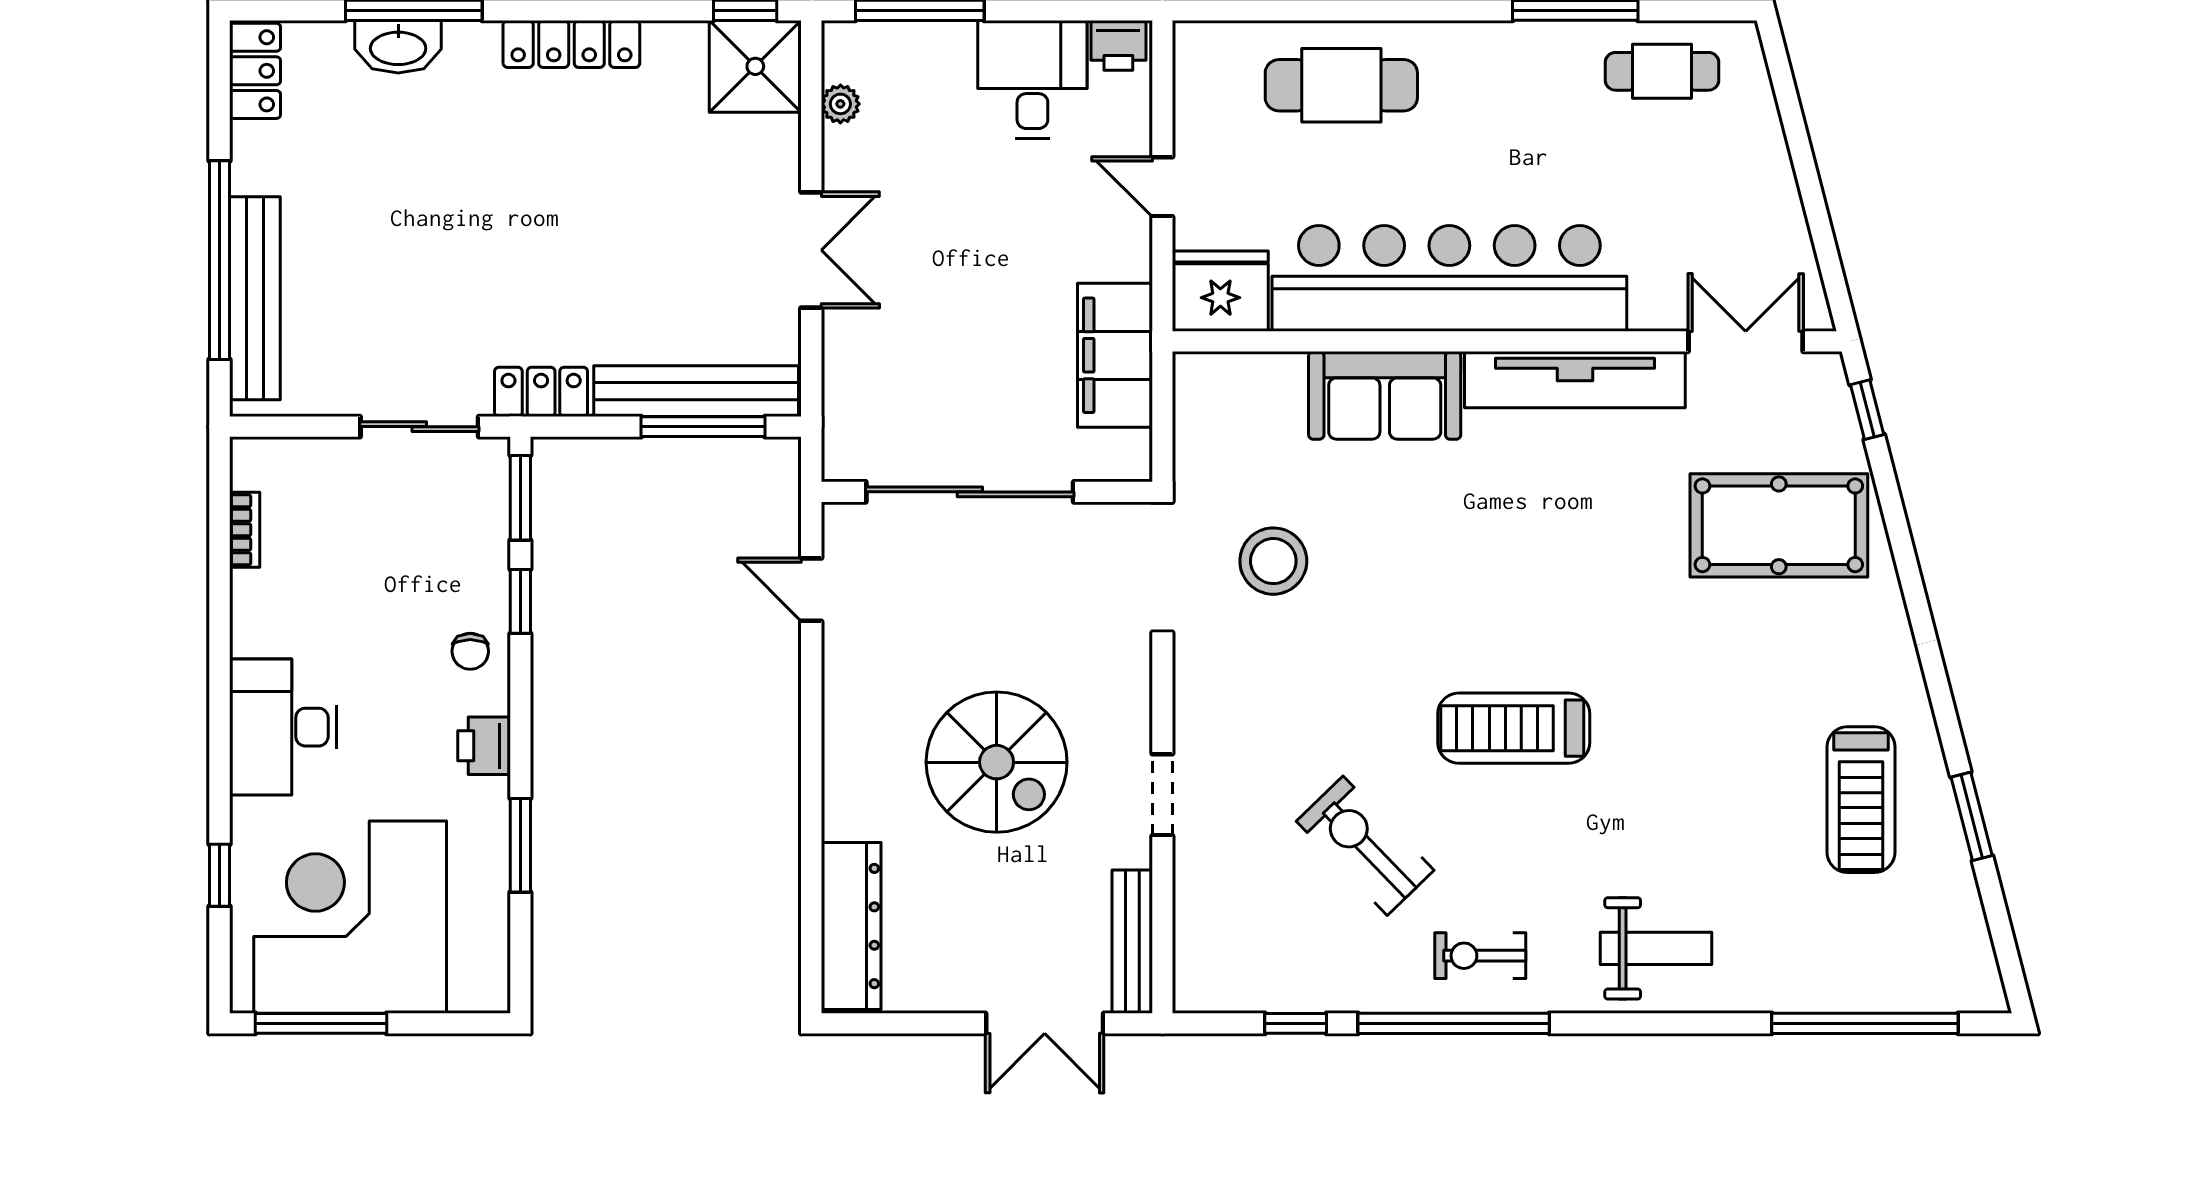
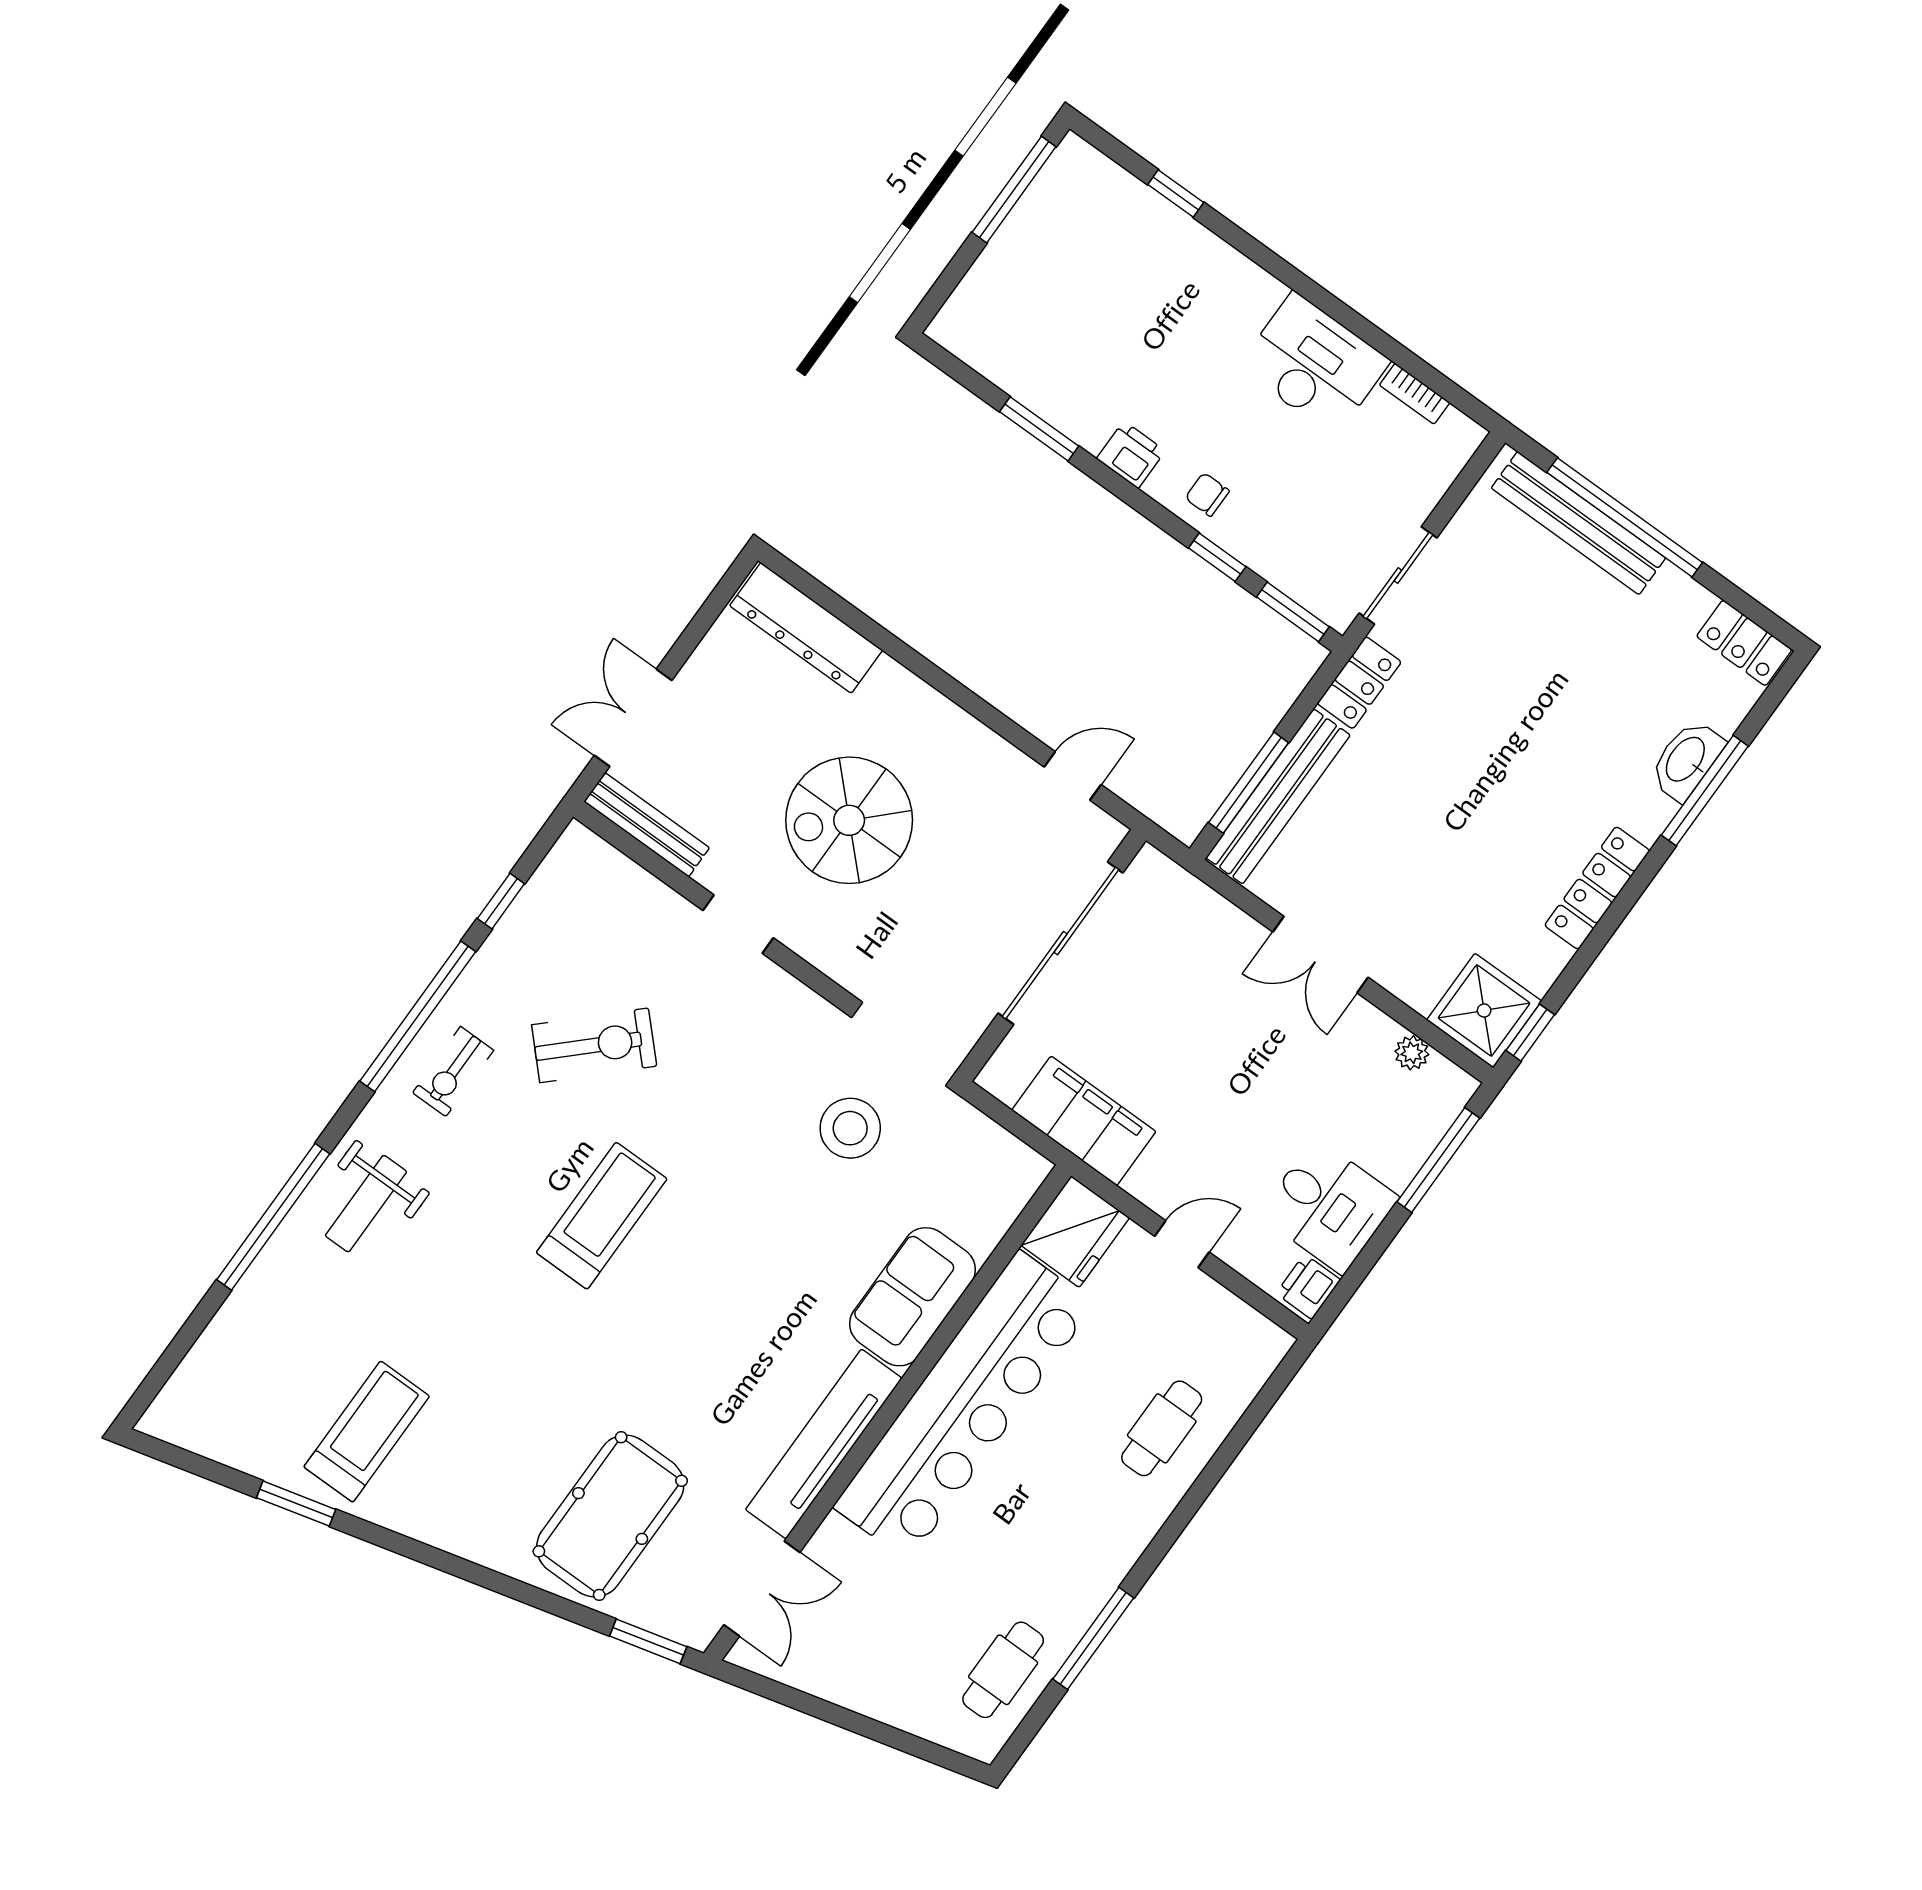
cafe table: (1341, 85) -> (1162, 1428), width x0.73, depth x0.74
window: (1867, 410) -> (648, 1641), width x1.50
desk: (283, 727) -> (1314, 364), moved
treadmill: (1861, 800) -> (367, 1432), turned 90
corner desk: (350, 917) -> (1076, 267), removed
exercise bike: (1480, 956) -> (453, 1071), turned 180
window: (1865, 1023) -> (273, 1217), moved

